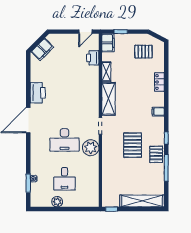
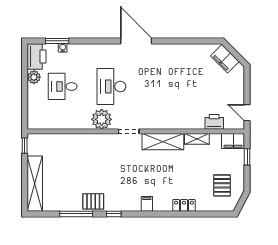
printer: (38, 93) -> (37, 56), moved, turned -90
pallet: (133, 145) -> (105, 172), removed

